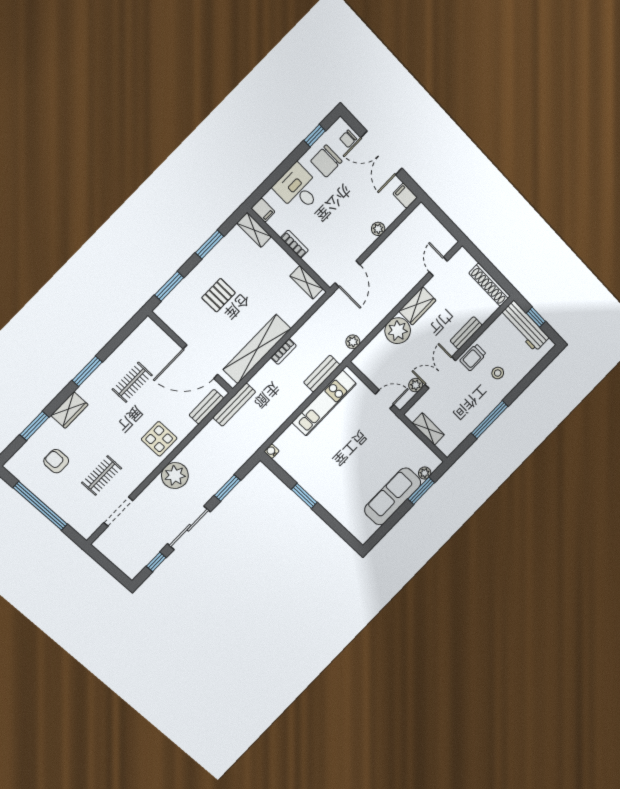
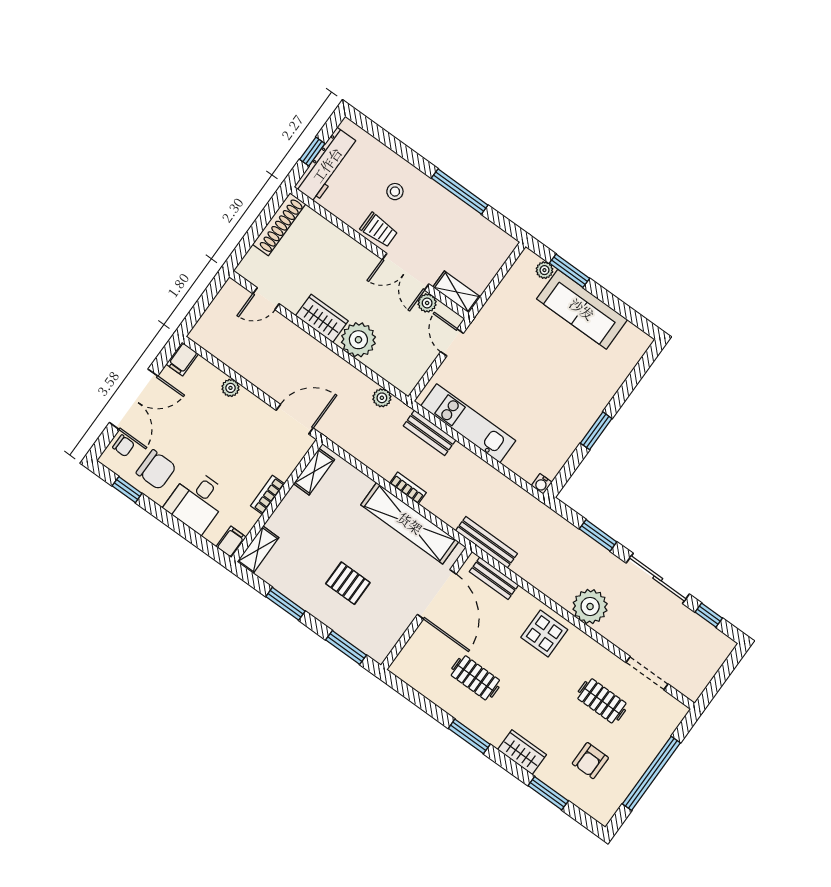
bench: (466, 333) -> (348, 245), removed
shelving: (428, 429) -> (457, 292), moved, turned 90

